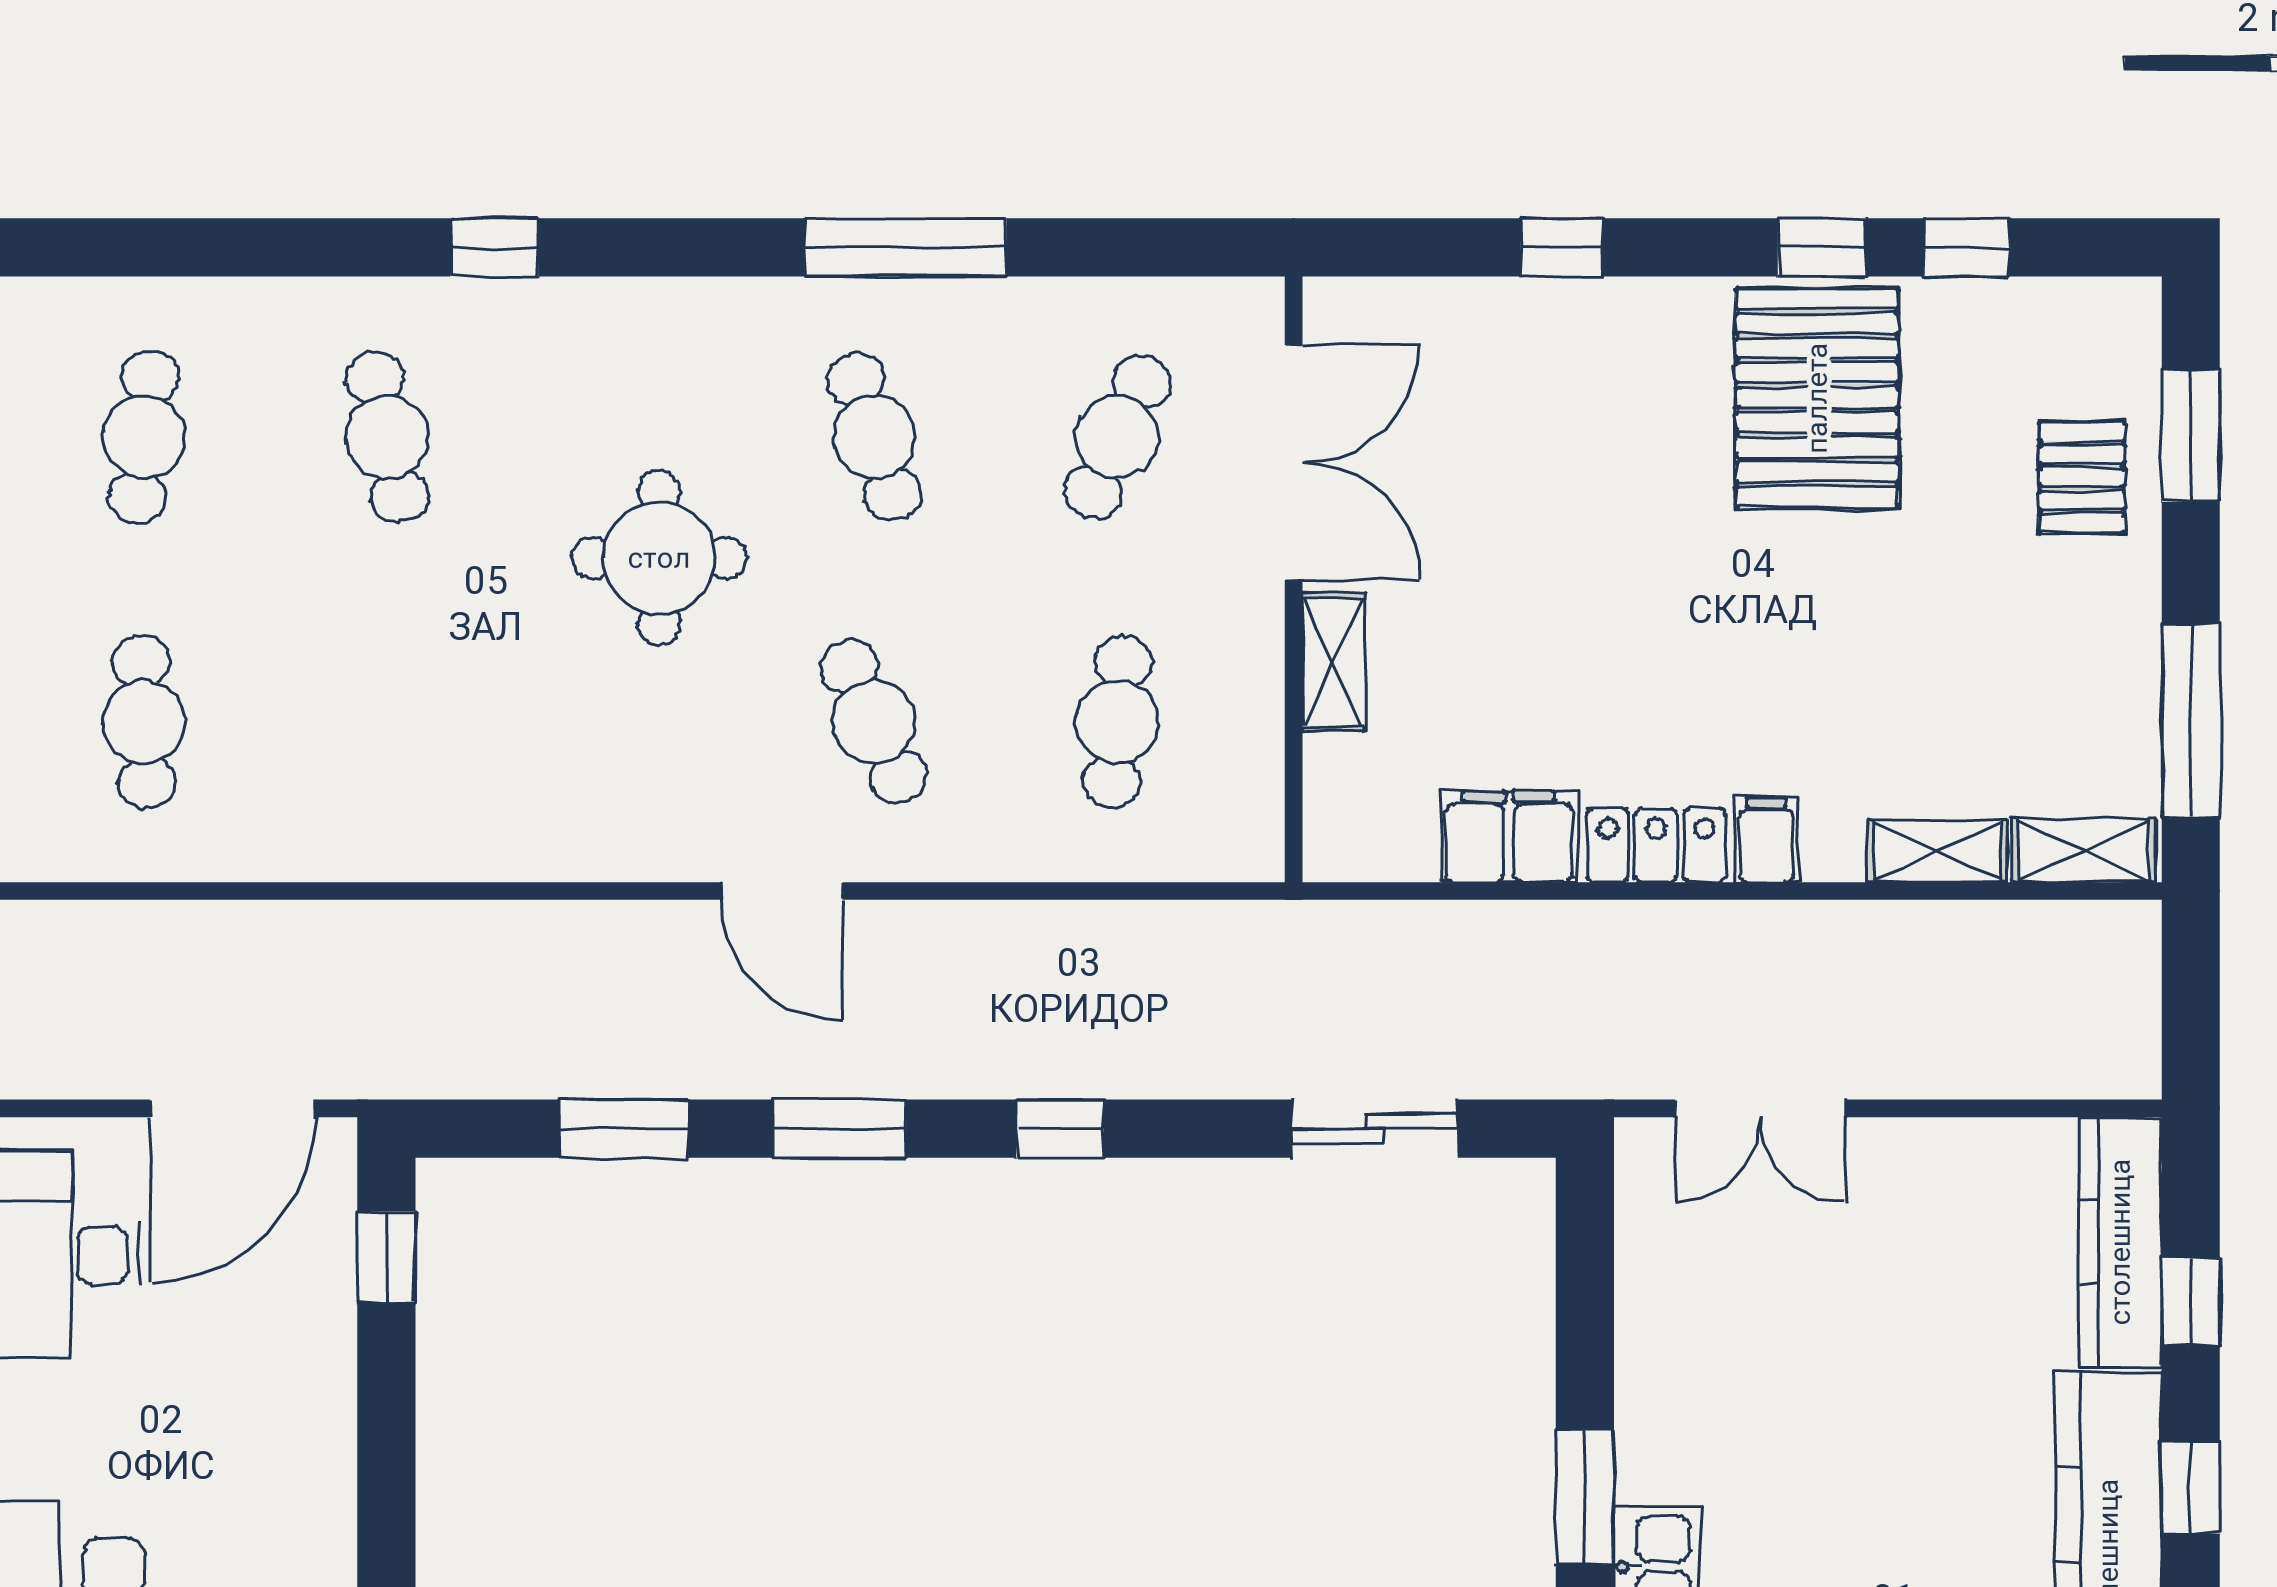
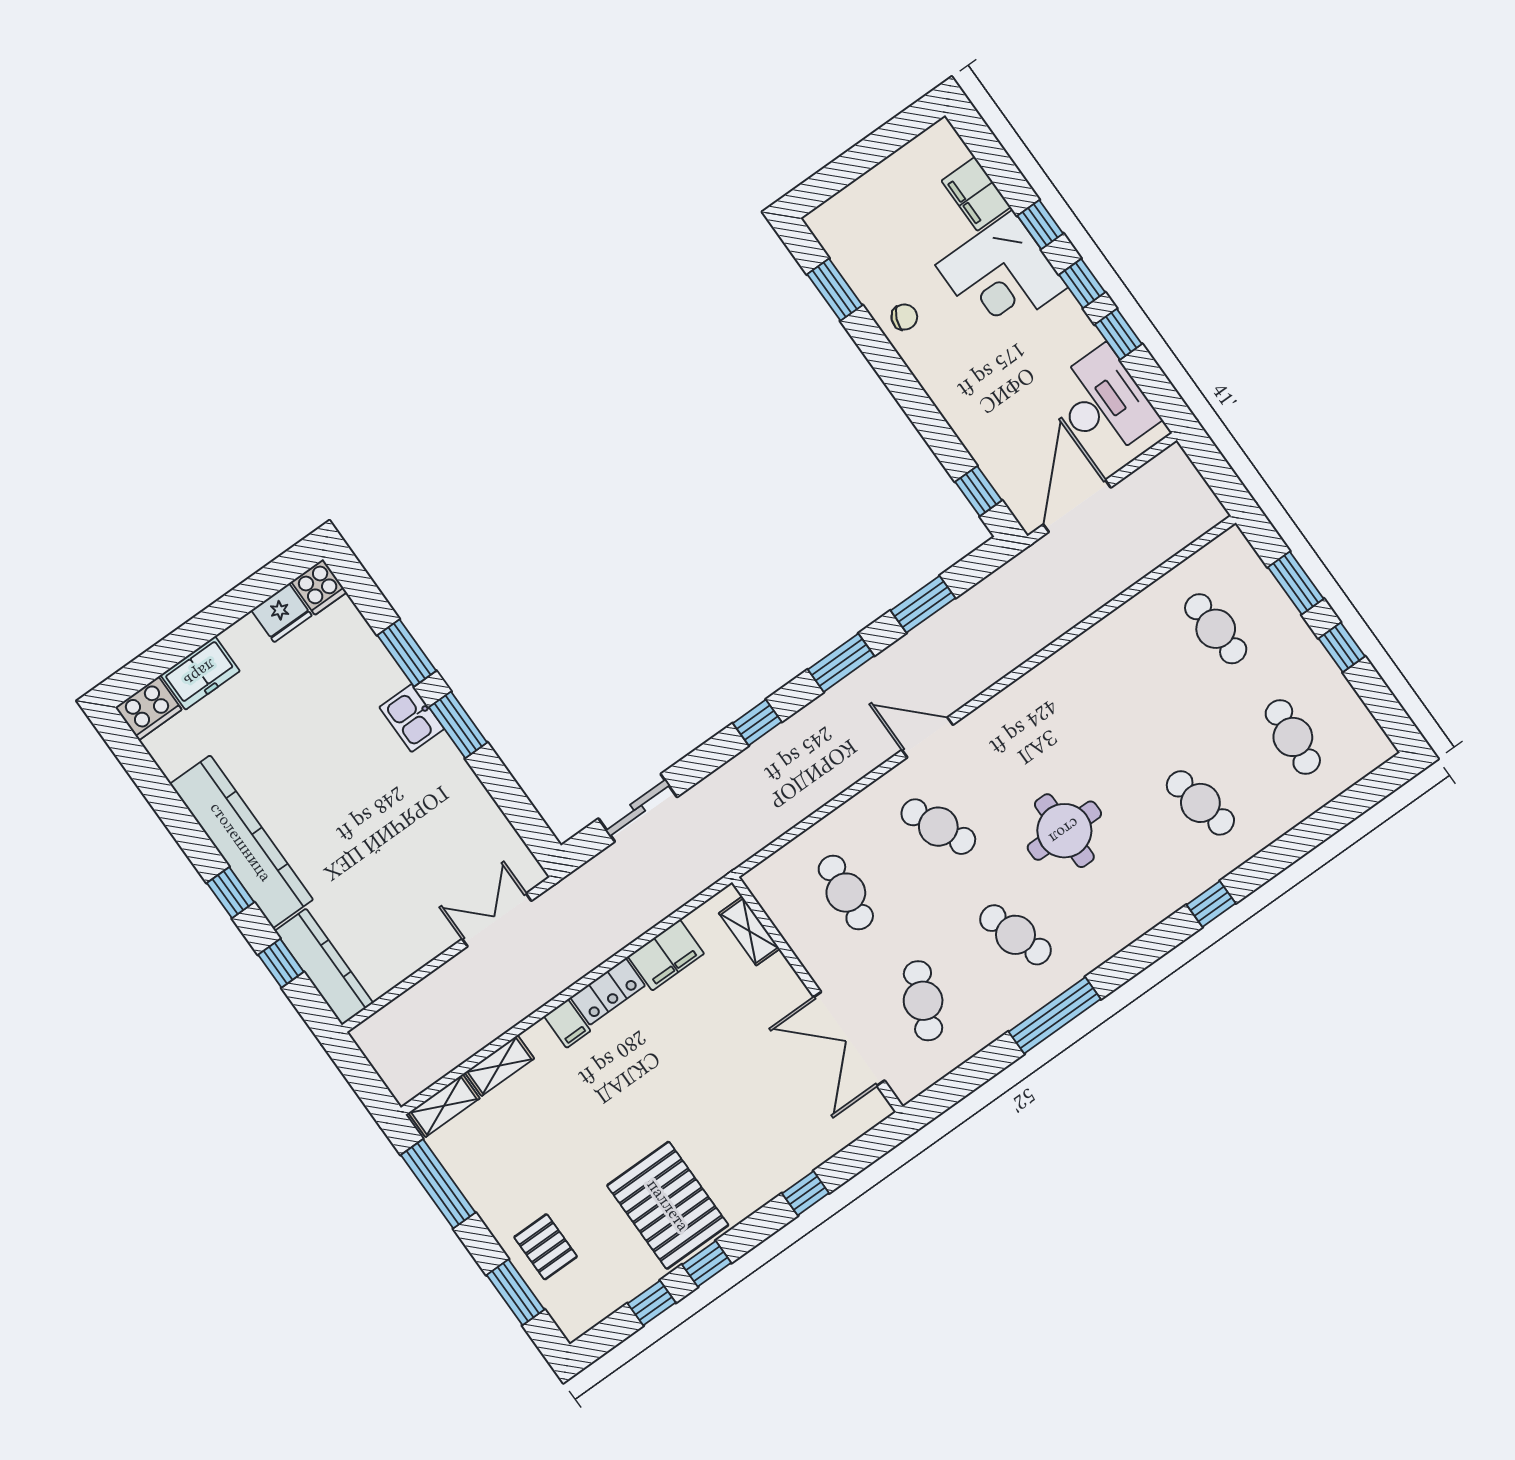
shelving: (1334, 662) -> (749, 931), moved

